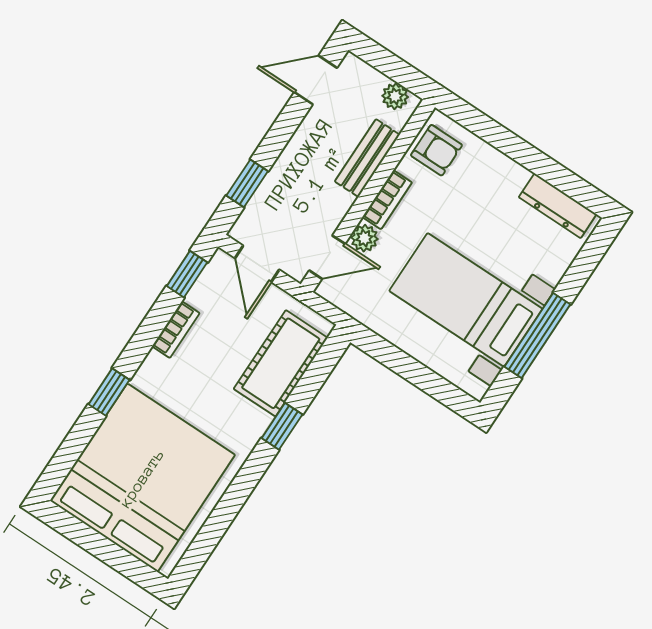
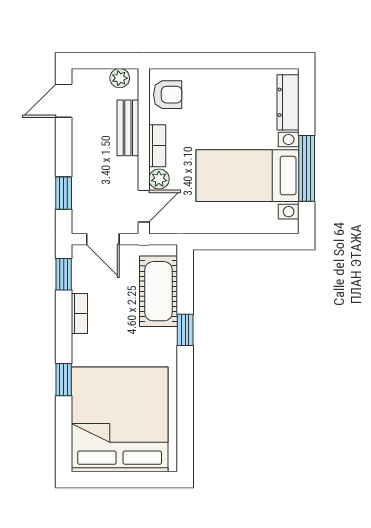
dresser: (558, 206) -> (288, 102), moved, turned 90

